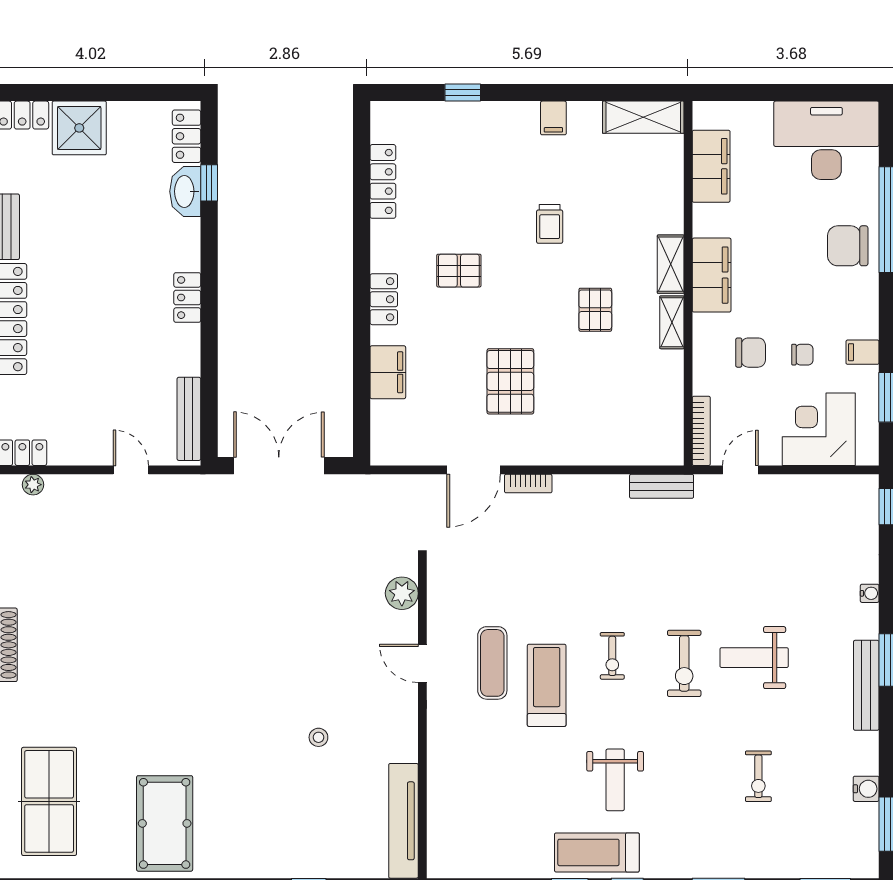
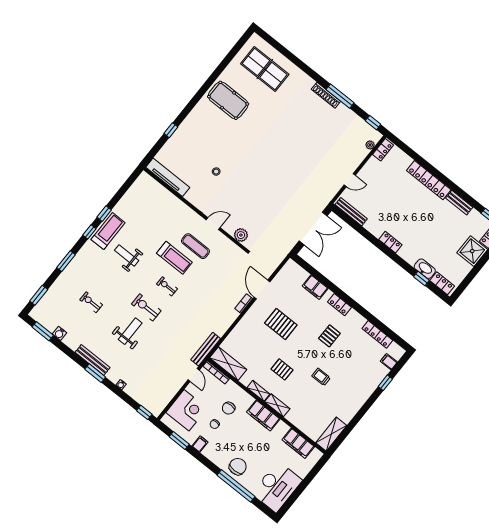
filing cabinet: (553, 118) -> (389, 362), moved
shelving: (666, 421) -> (228, 364), added
bench: (662, 486) -> (206, 349), width x1.36

